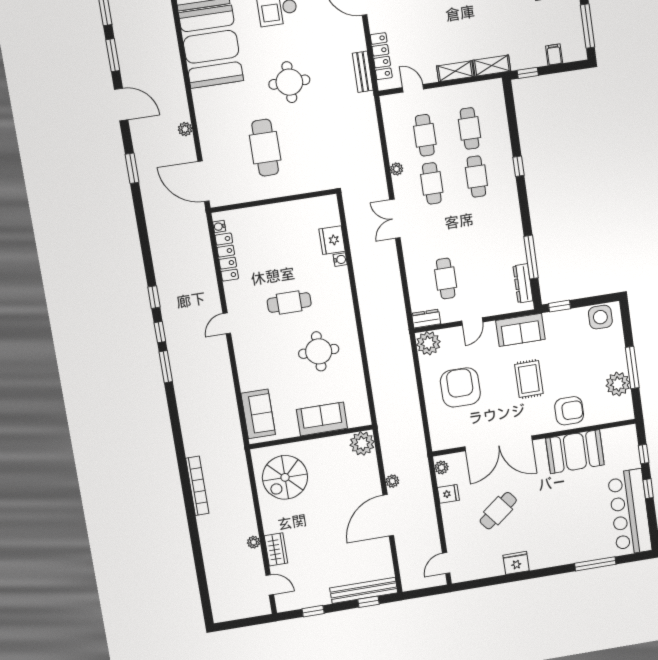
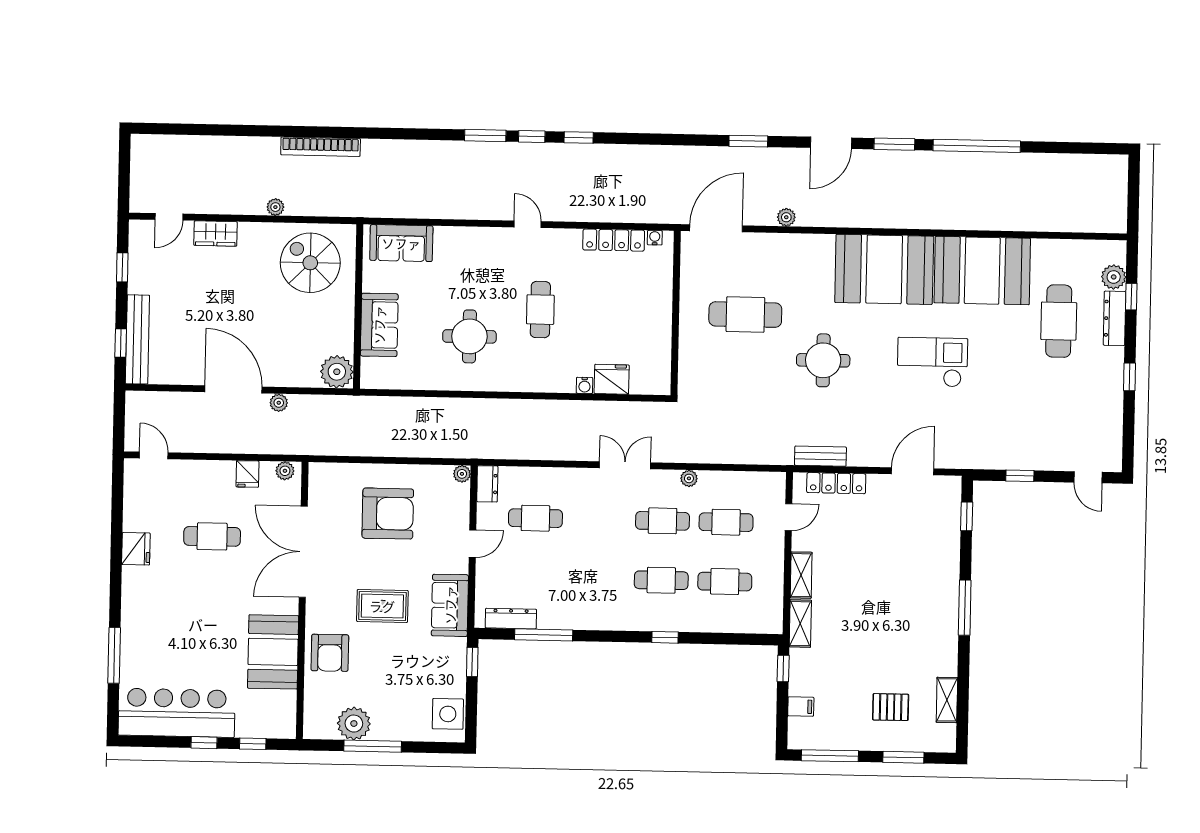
door: (472, 322) -> (473, 544), swing flipped
plant: (428, 343) -> (462, 474), width x0.53, depth x0.53
cafe table: (498, 511) -> (212, 536), turned -52
plant: (254, 542) -> (275, 207), moved

